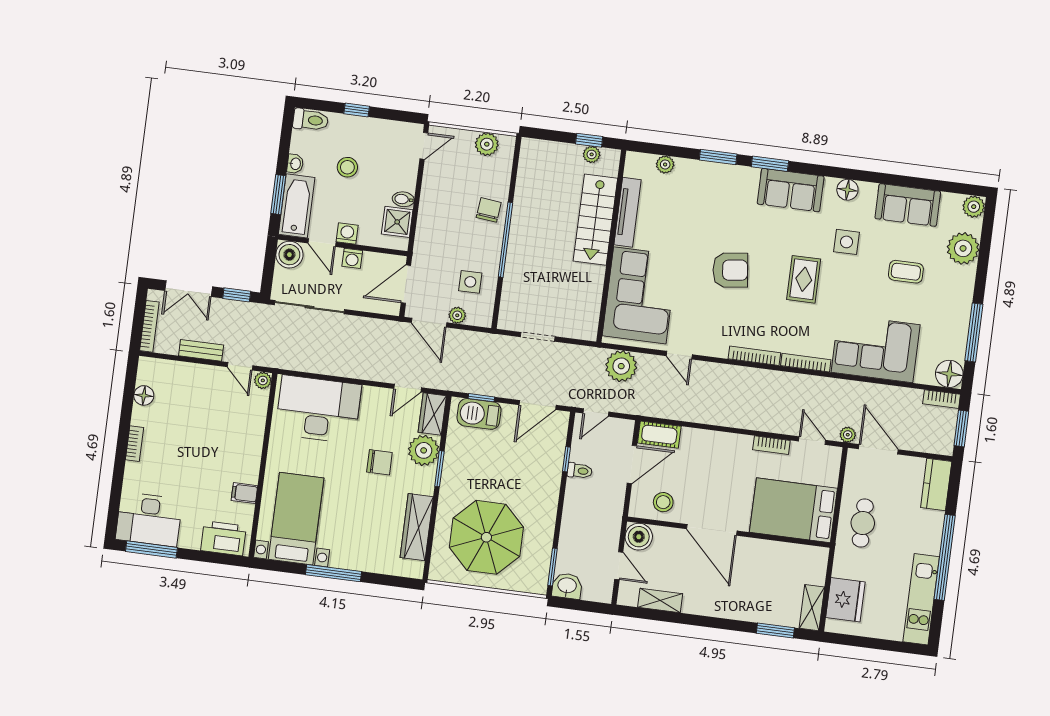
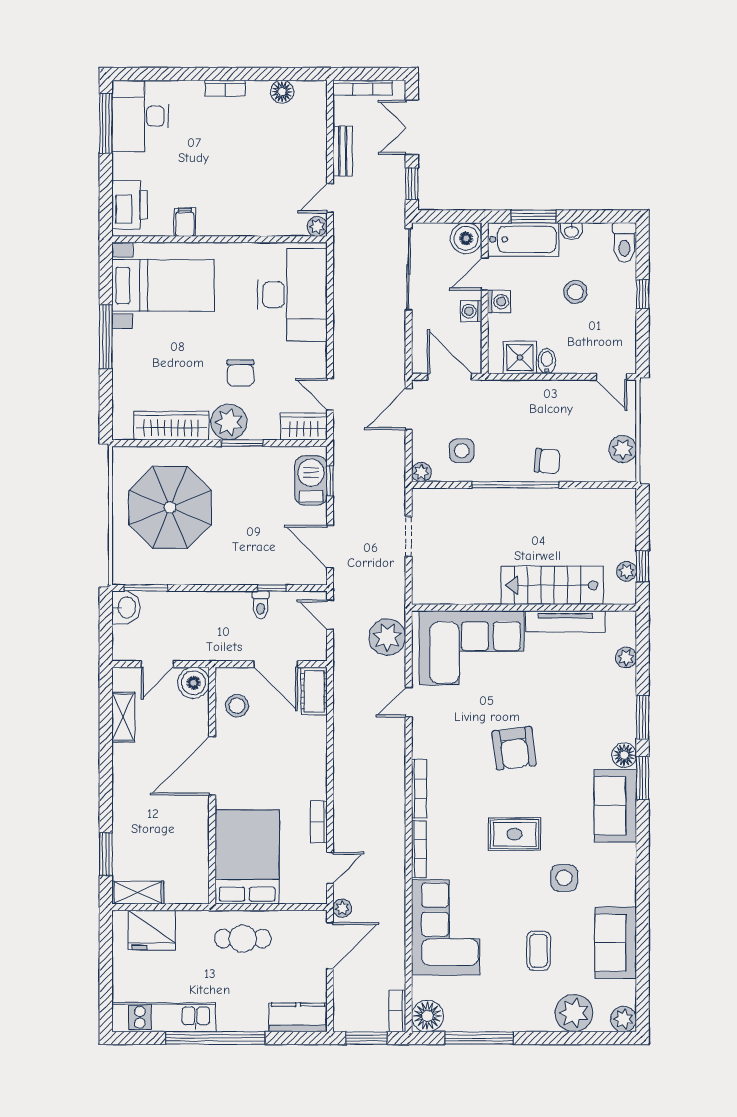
floor lamp: (847, 190) -> (624, 755), moved
plant: (457, 315) -> (421, 472), moved
plant: (424, 450) -> (229, 422), moved

